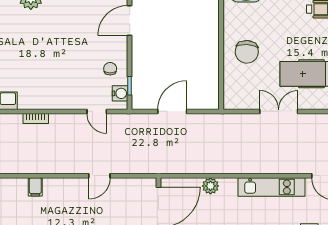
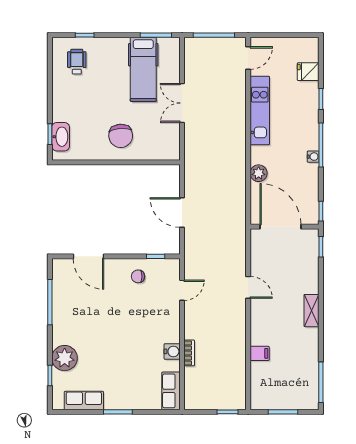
chair: (247, 52) -> (121, 136), turned 81
water cooler: (120, 93) -> (172, 351), moved, turned 90

